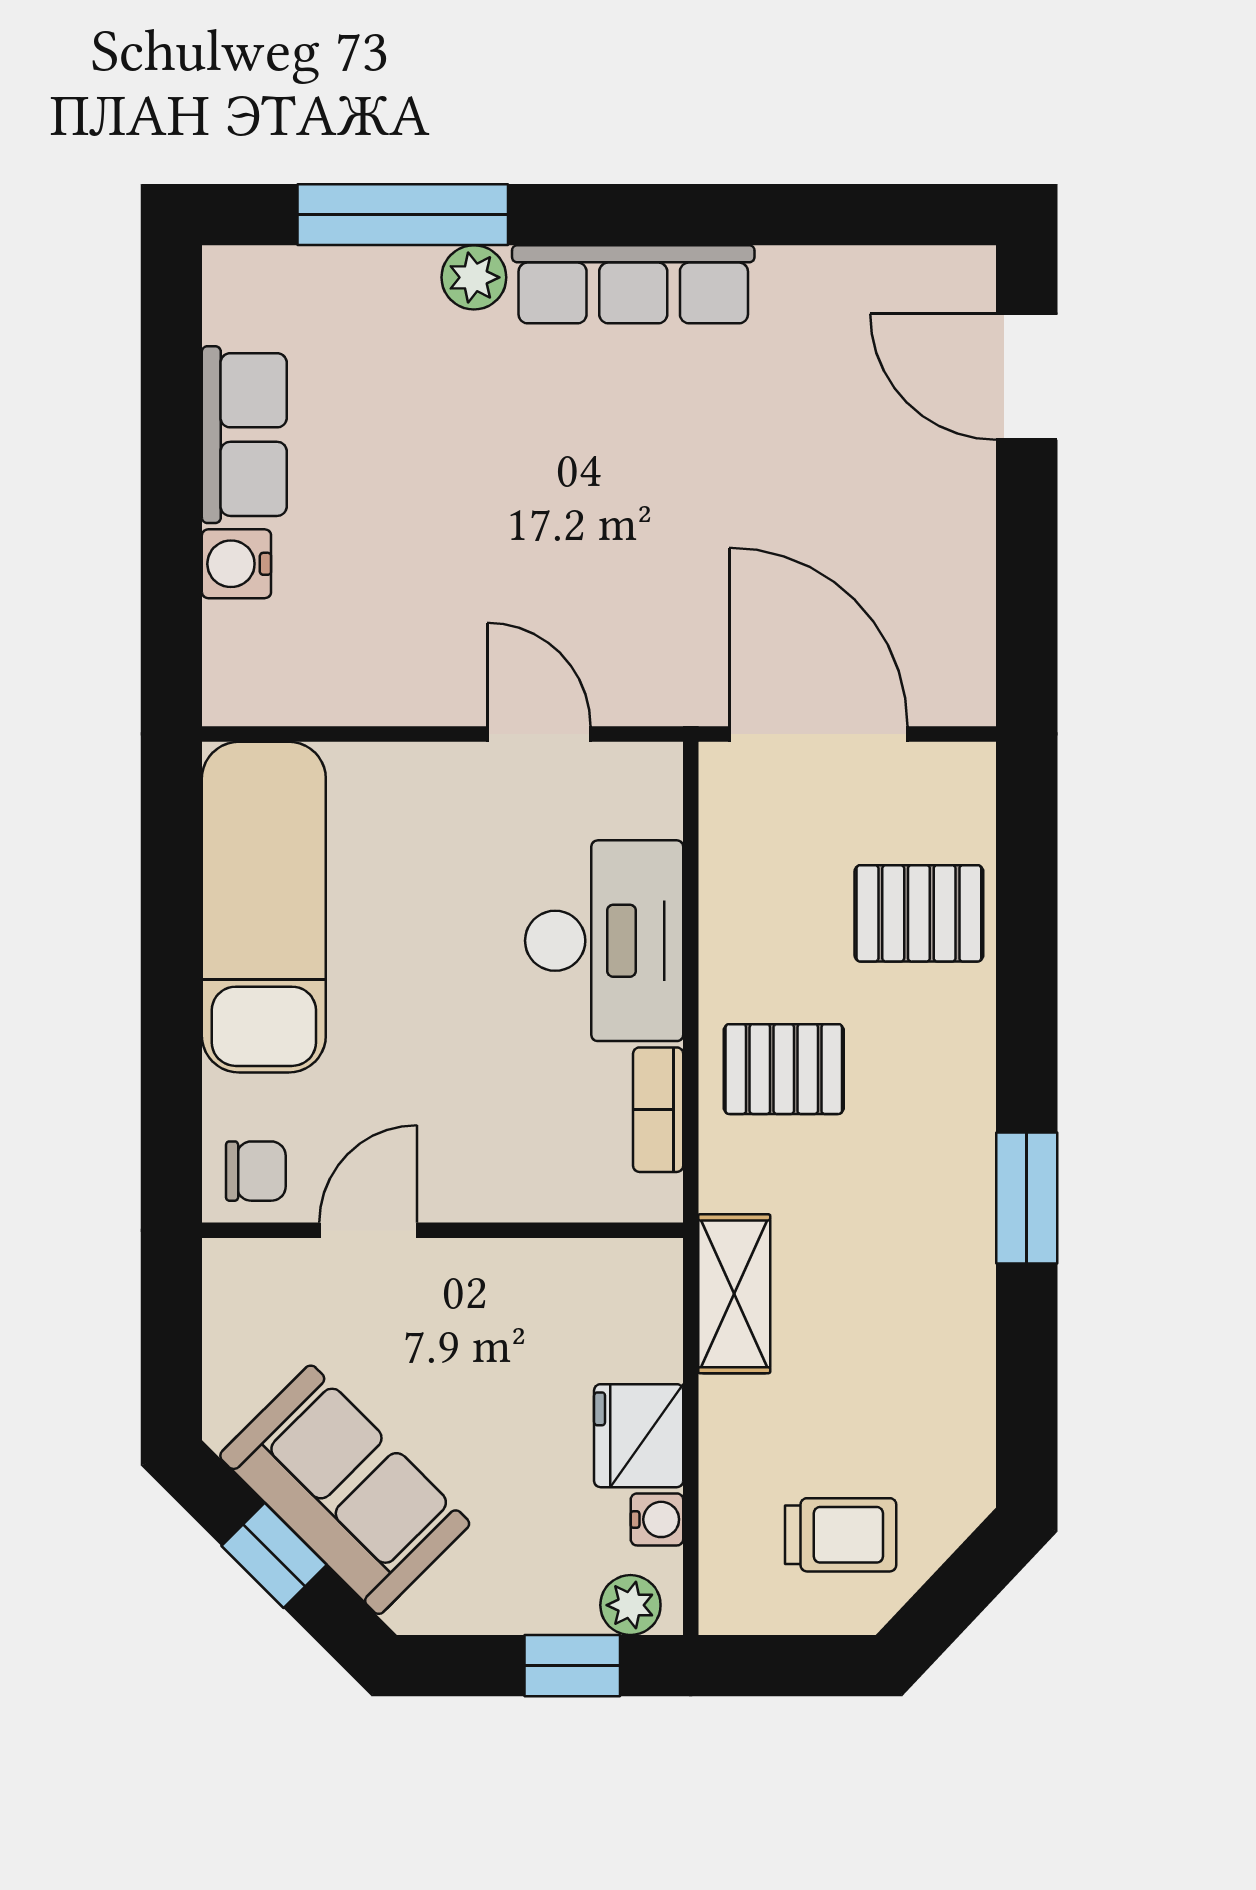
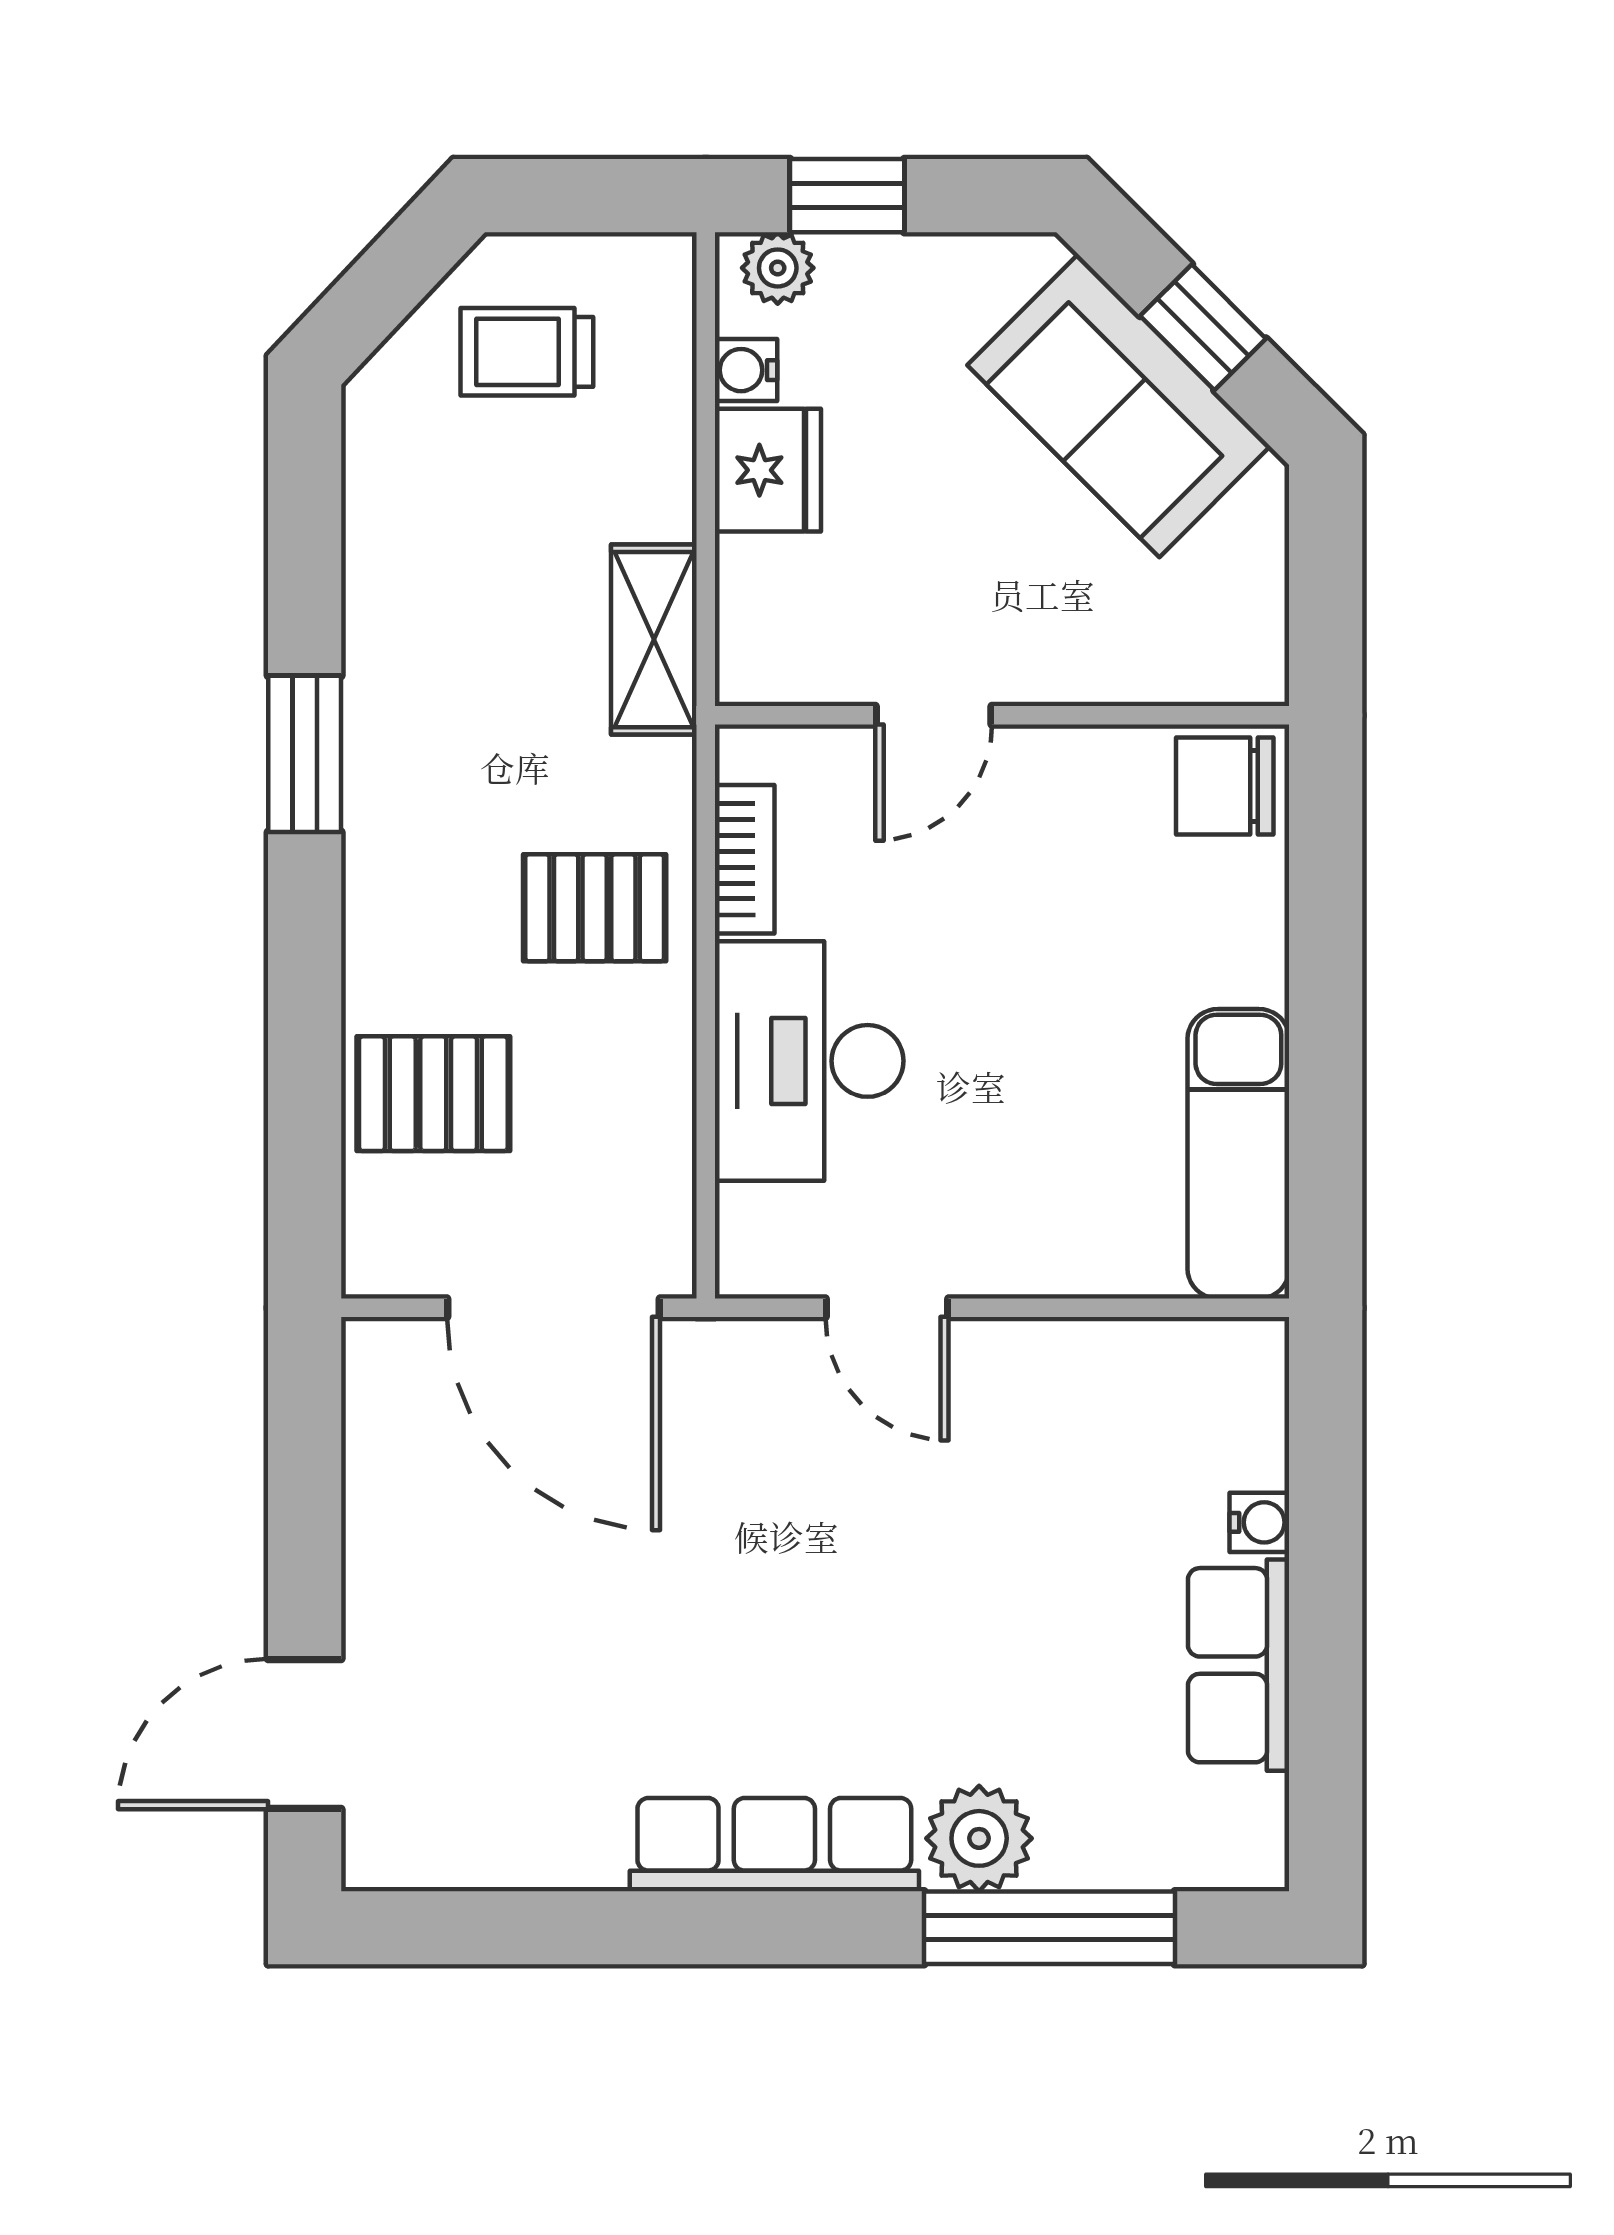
plant: (474, 277) -> (979, 1838), width x1.38, depth x1.38
door: (1027, 377) -> (305, 1734), swing flipped
water cooler: (236, 564) -> (1259, 1522), width x0.72, depth x0.72
exam couch: (264, 907) -> (1238, 1154), width x0.73, depth x0.69
chair: (256, 1171) -> (1225, 786), width x1.37, depth x1.37
door: (368, 1230) -> (934, 715), moved

